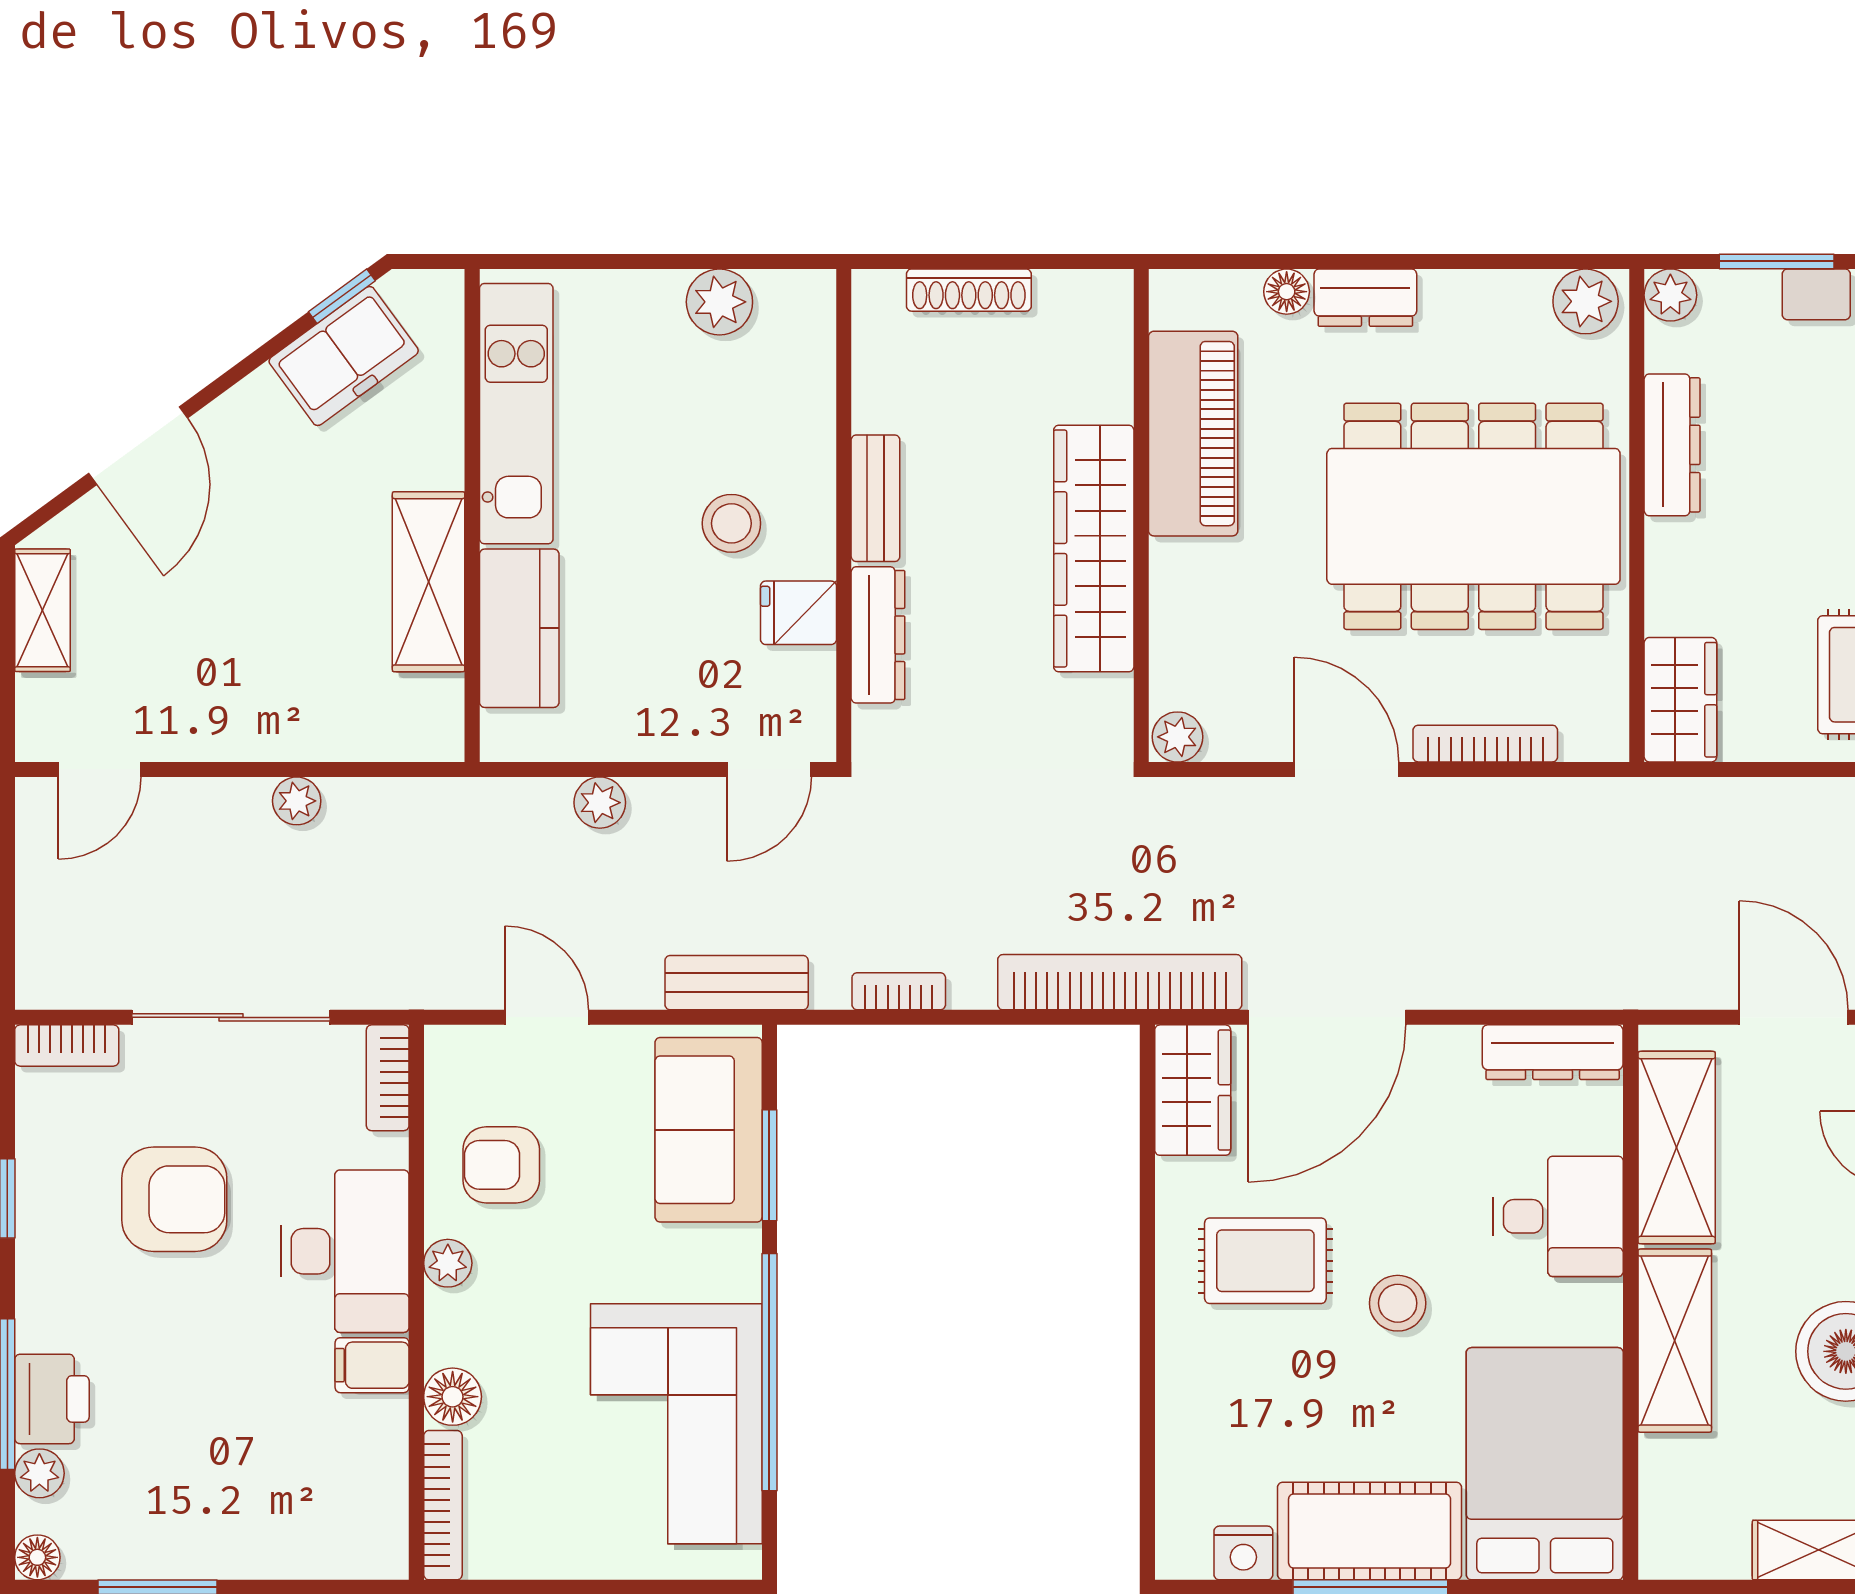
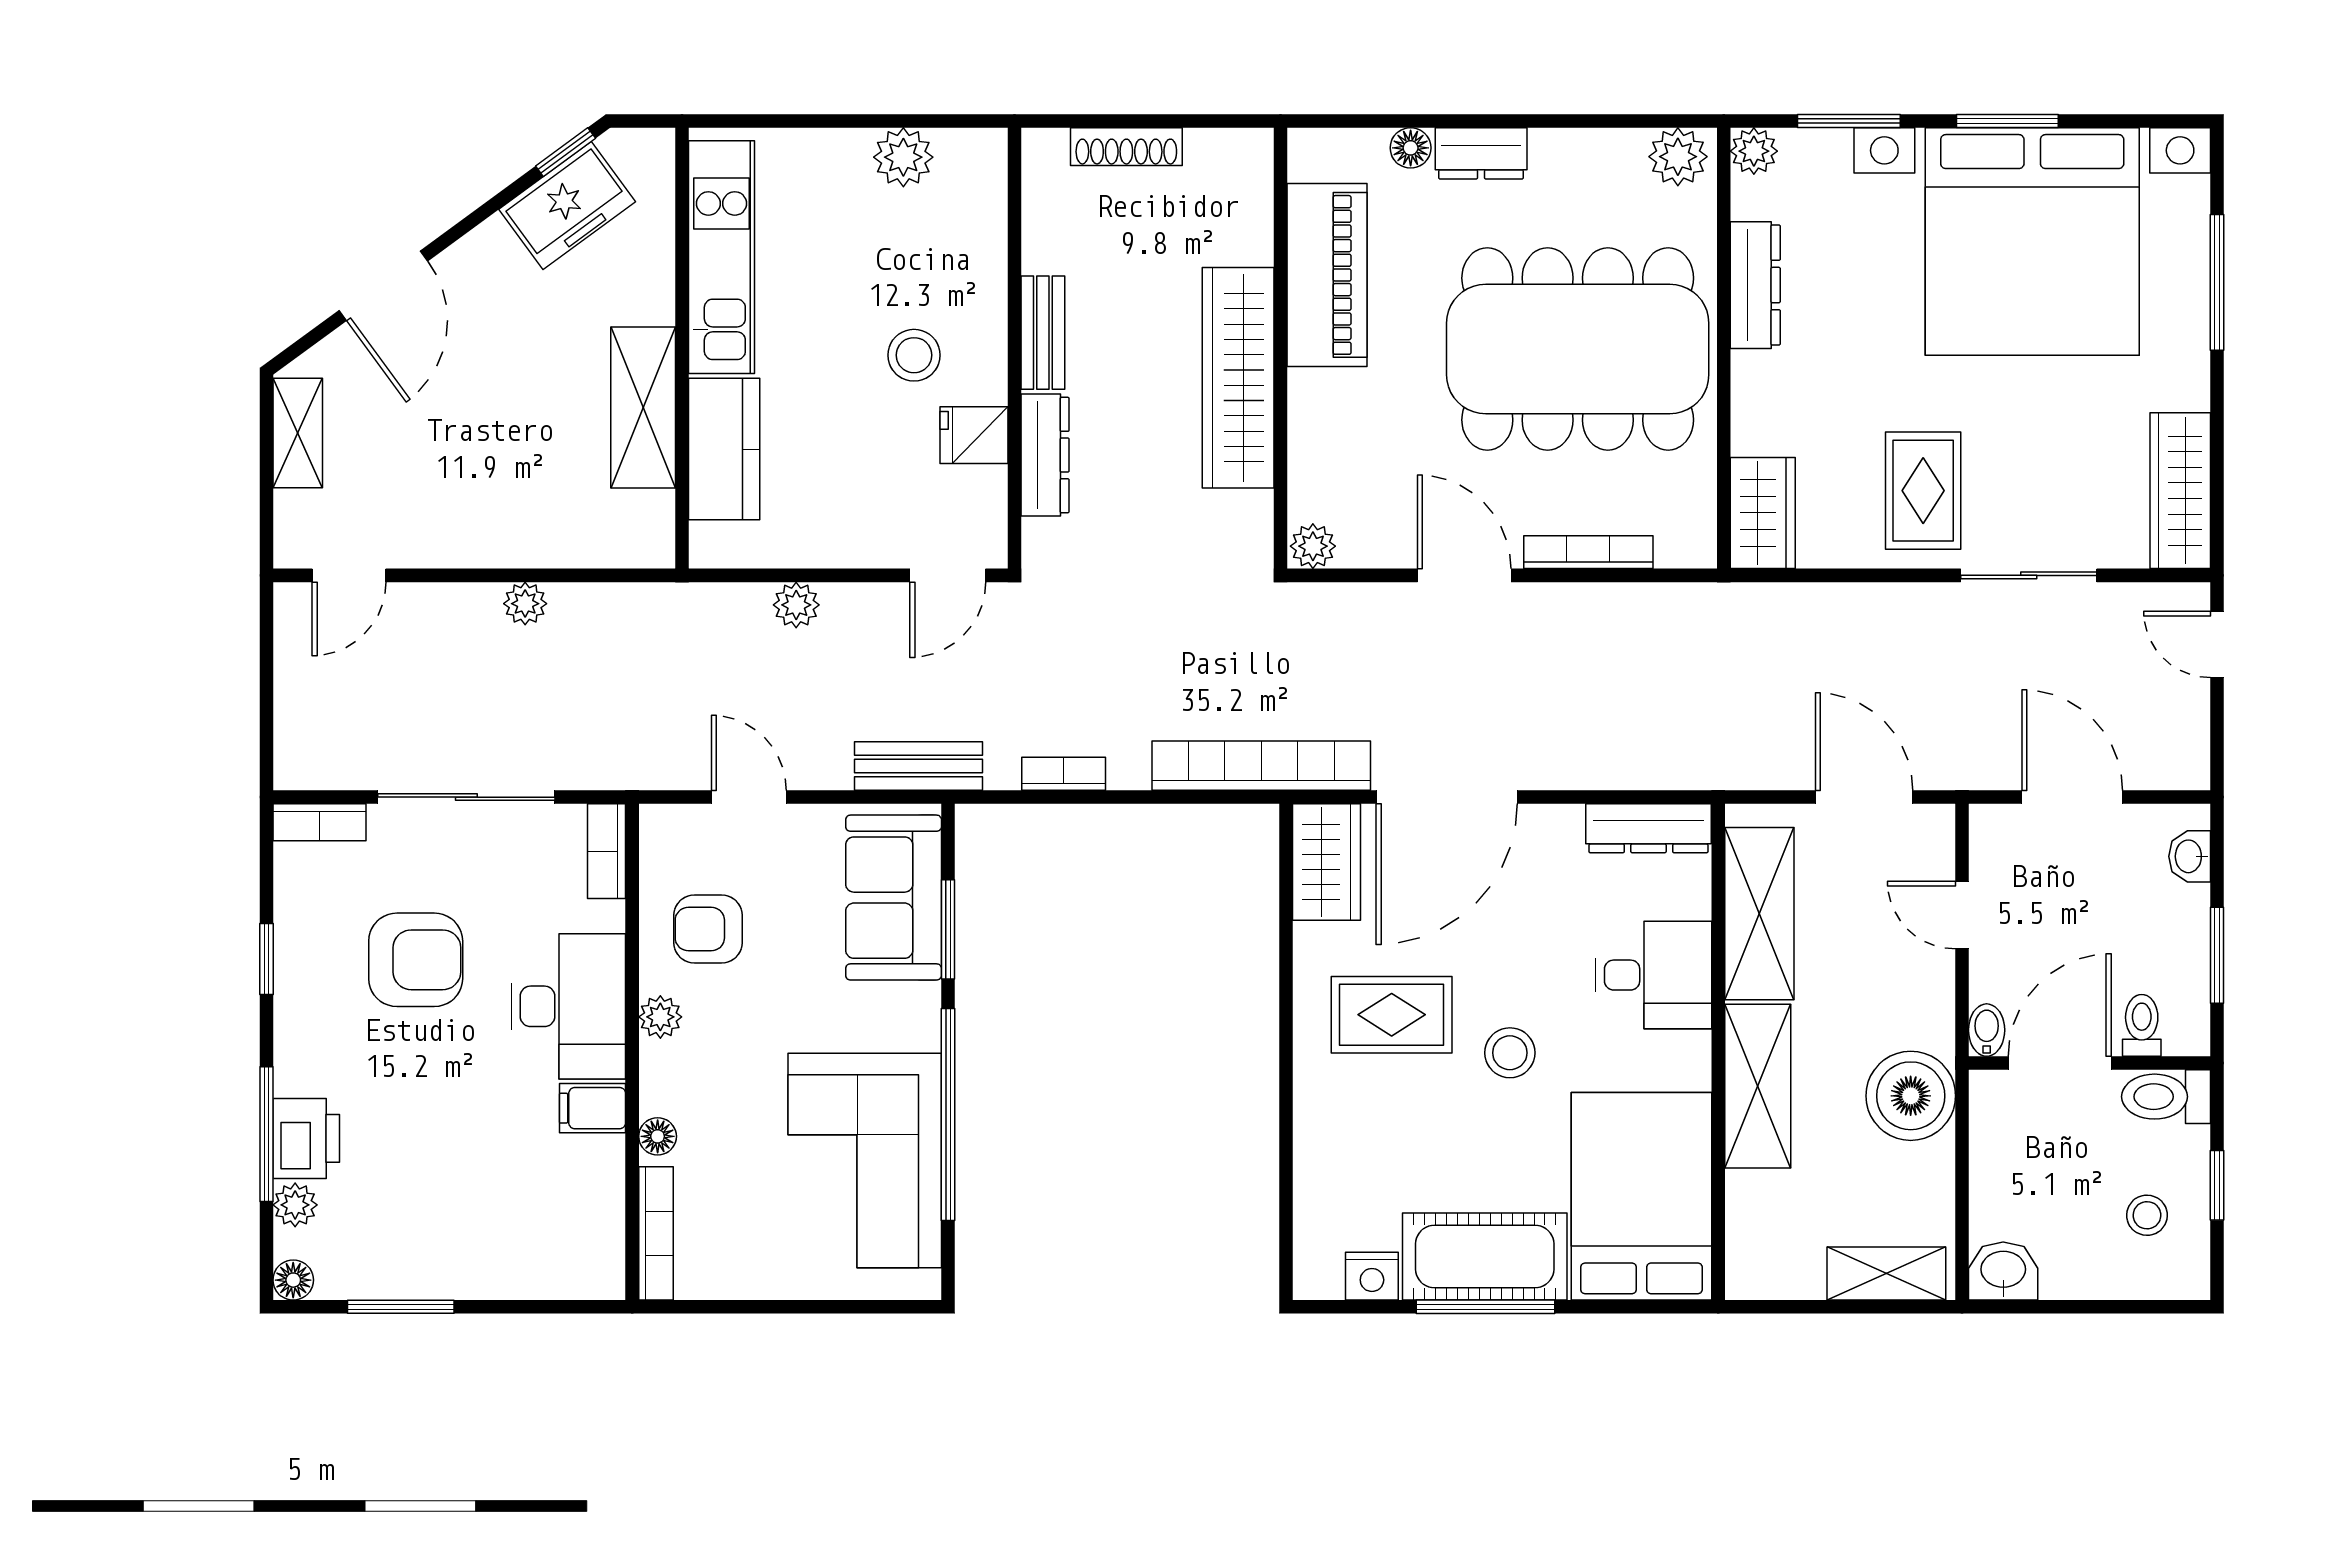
floor lamp: (453, 1397) -> (658, 1136), width x0.73, depth x0.73

